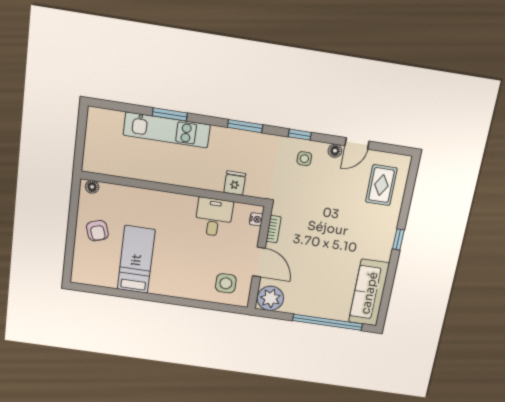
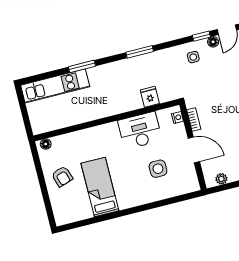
kitchen unit: (167, 130) -> (55, 86), moved
window: (300, 135) -> (201, 36), moved
desk: (214, 217) -> (140, 131), width x1.37
side table: (226, 283) -> (158, 169), moved
plant: (270, 298) -> (221, 179), width x0.53, depth x0.53

